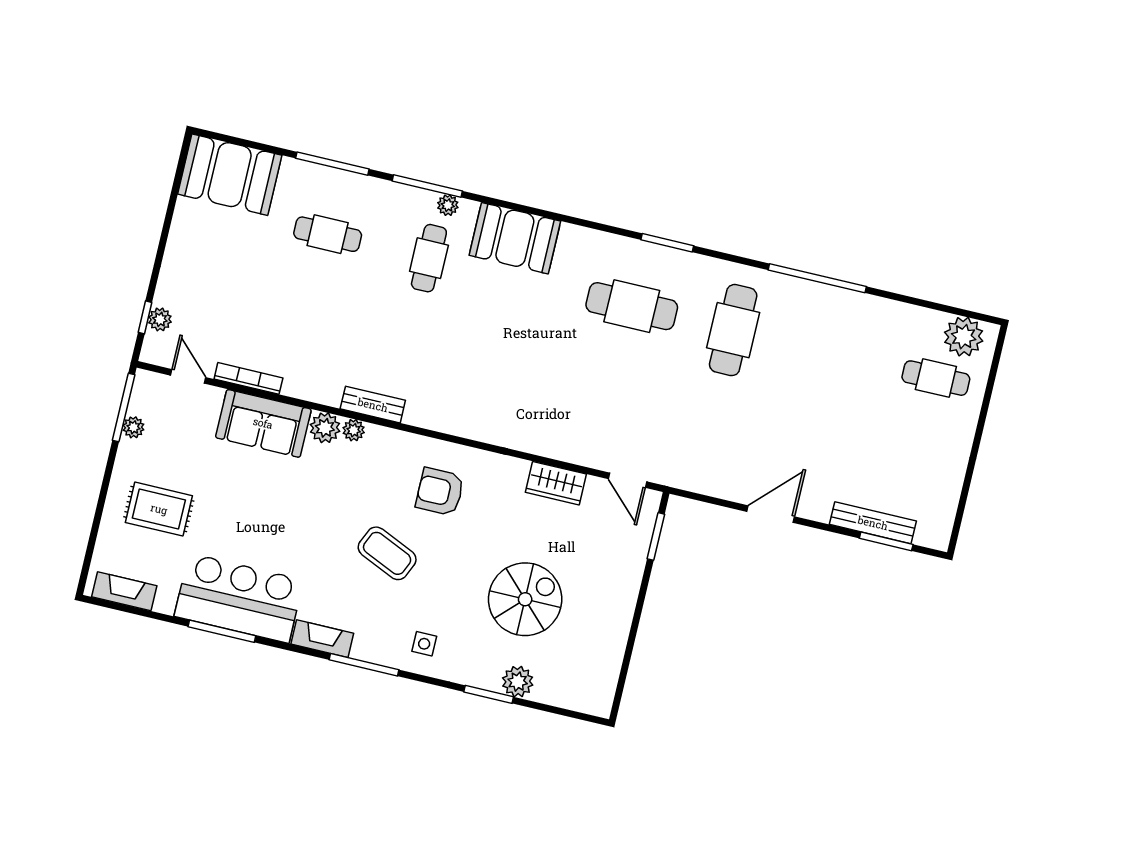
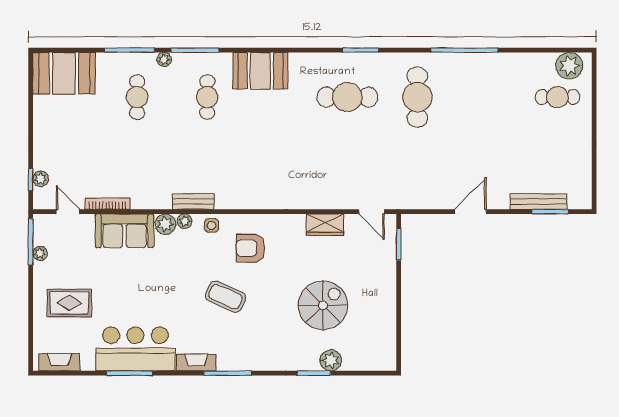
plant: (448, 205) -> (164, 59), moved
cafe table: (328, 234) -> (137, 97), turned 90
side table: (424, 644) -> (212, 225), moved

